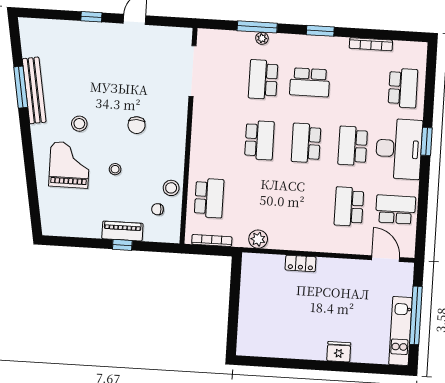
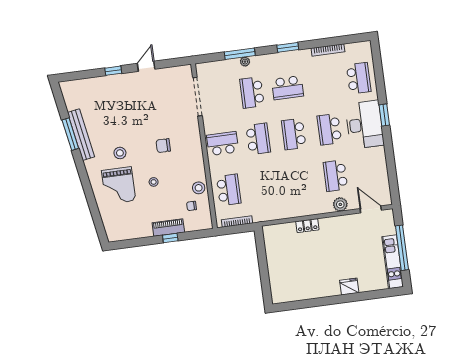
chair: (137, 125) -> (163, 146), turned 90
grand piano: (69, 165) -> (119, 185), turned 180
school desk: (396, 209) -> (223, 144), moved
plant: (258, 239) -> (340, 204), moved

